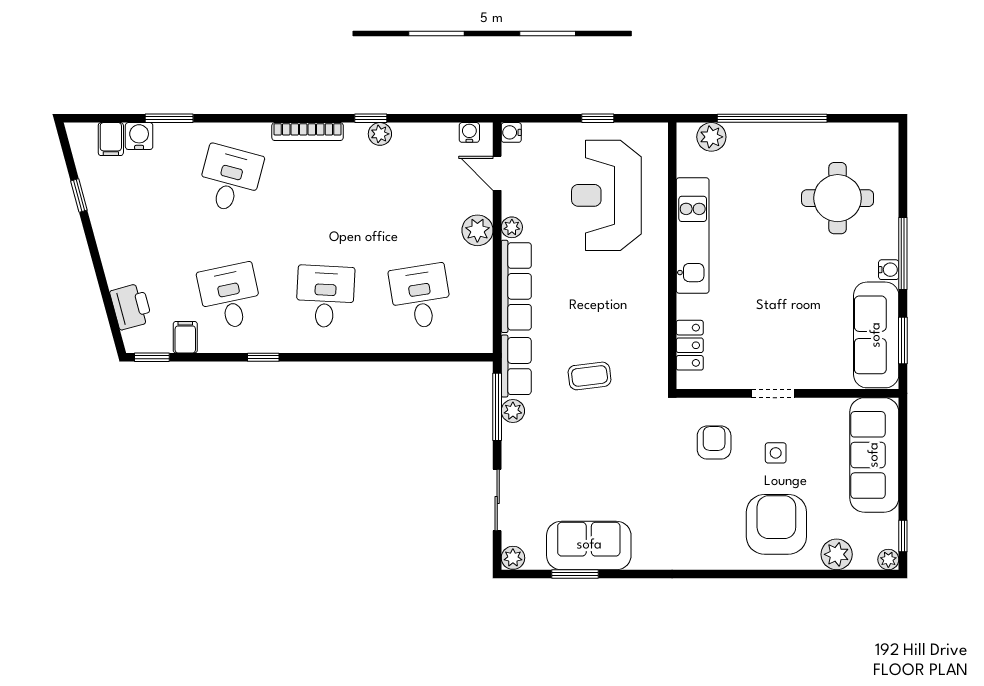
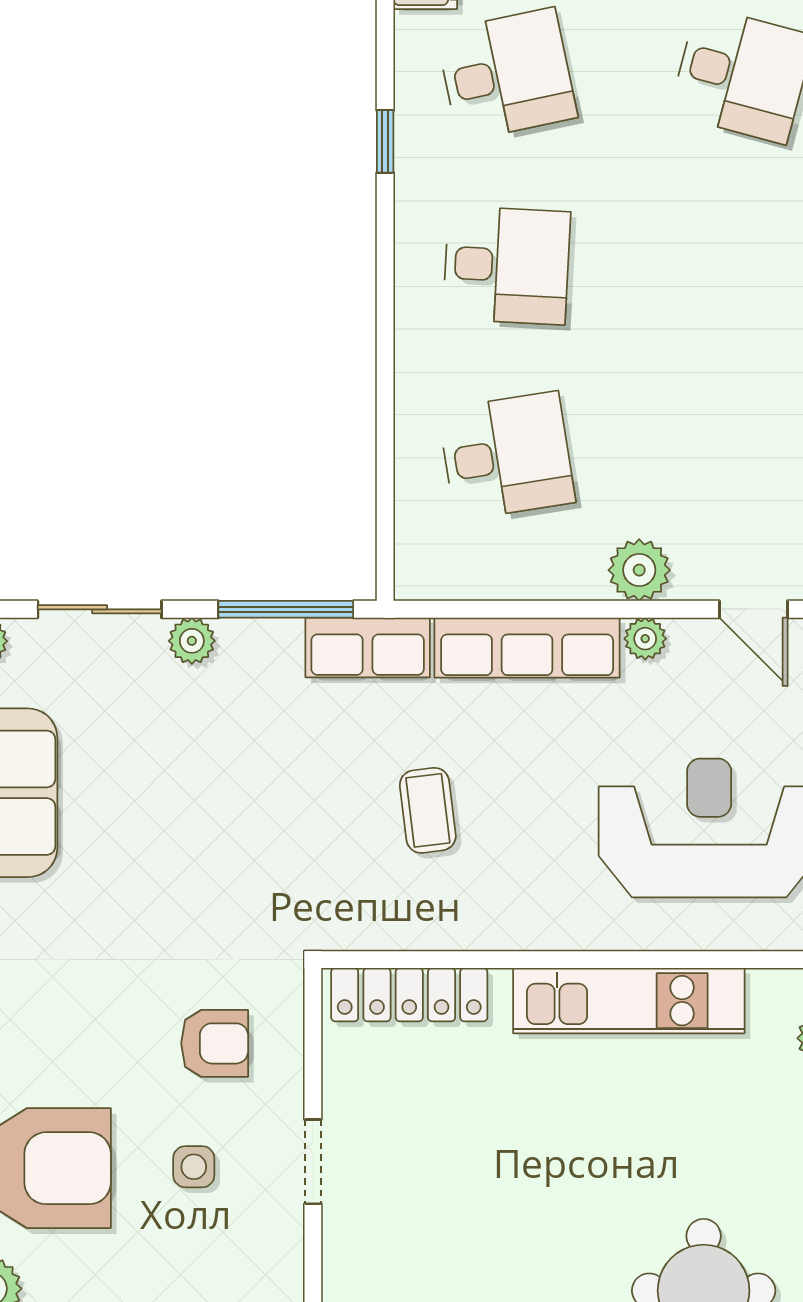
door: (497, 173) -> (753, 609), swing flipped
locker: (690, 345) -> (409, 995), width x1.53
coffee table: (590, 376) -> (428, 810), moved
plant: (513, 411) -> (192, 641), moved

